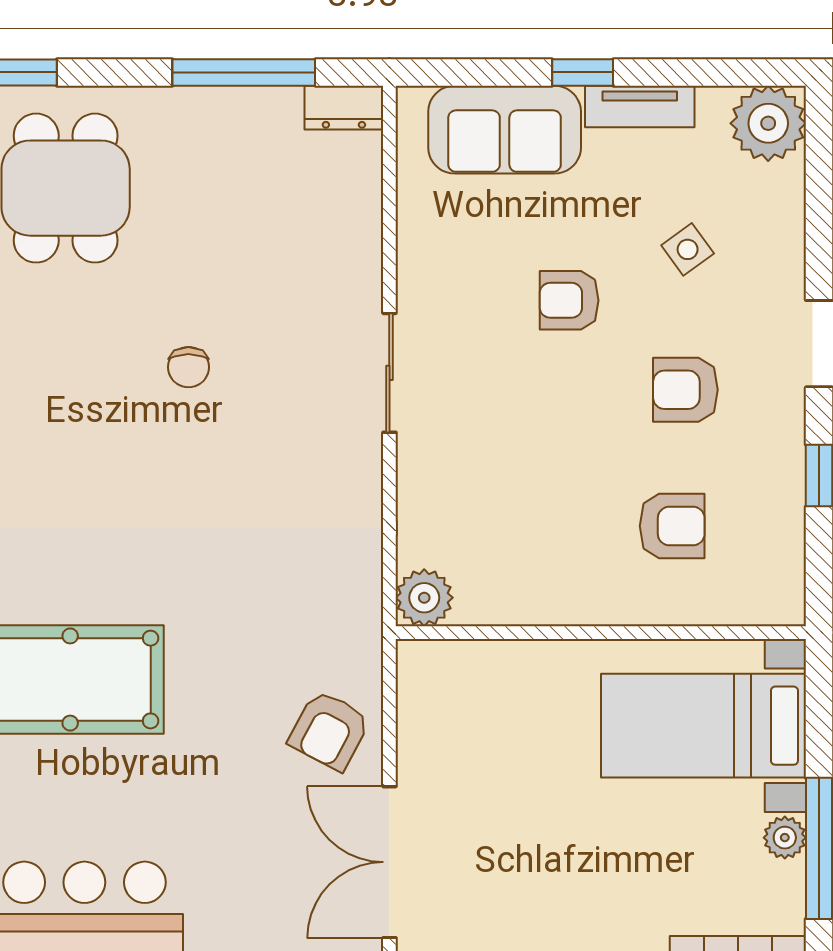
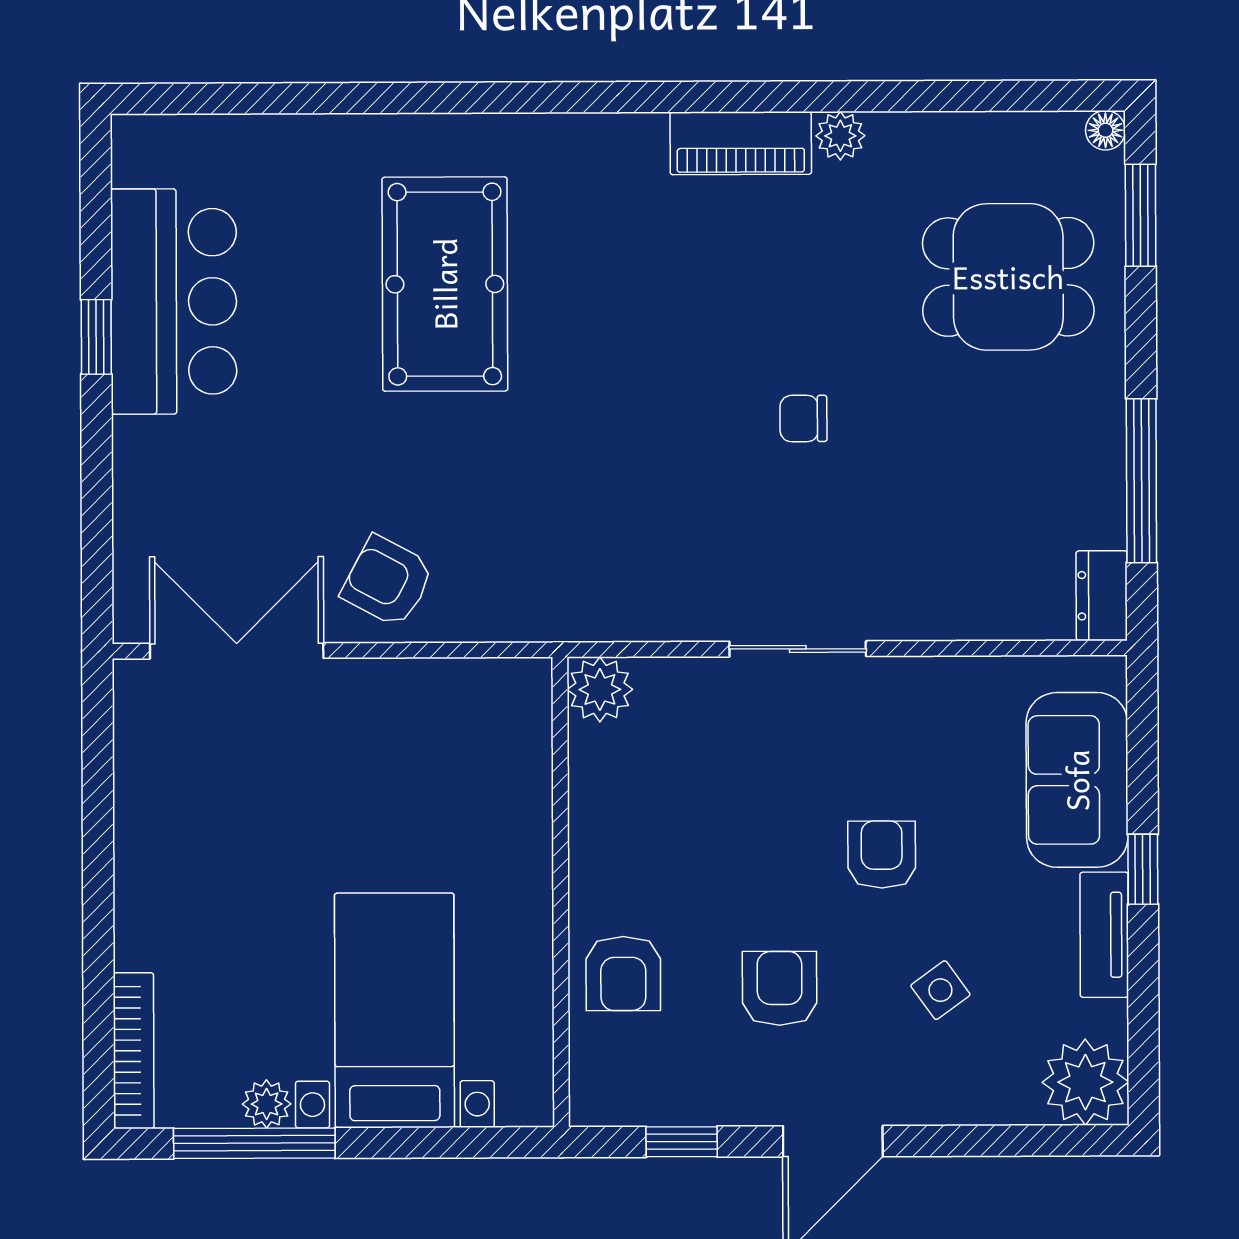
plant: (424, 598) -> (600, 689), moved
wall: (601, 633) -> (561, 892), moved

